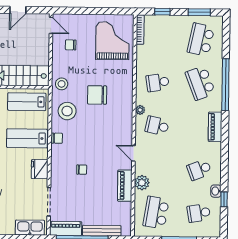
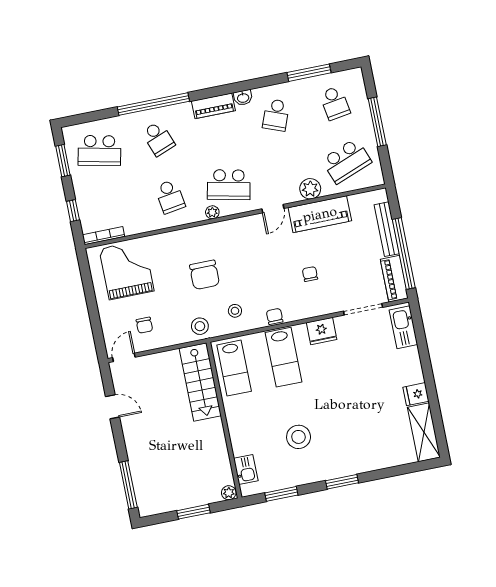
grand piano: (112, 41) -> (127, 270), turned 90
school desk: (200, 83) -> (158, 139), width x0.54
stool: (67, 111) -> (235, 311), width x0.53, depth x0.53
school desk: (157, 126) -> (229, 185), width x1.85
school desk: (199, 170) -> (276, 115), turned 42
piano: (125, 186) -> (320, 214), width x1.37, depth x1.33
washbasin: (216, 191) -> (243, 98), moved
window: (224, 199) -> (309, 73), width x2.17
school desk: (156, 212) -> (346, 161), turned -30

